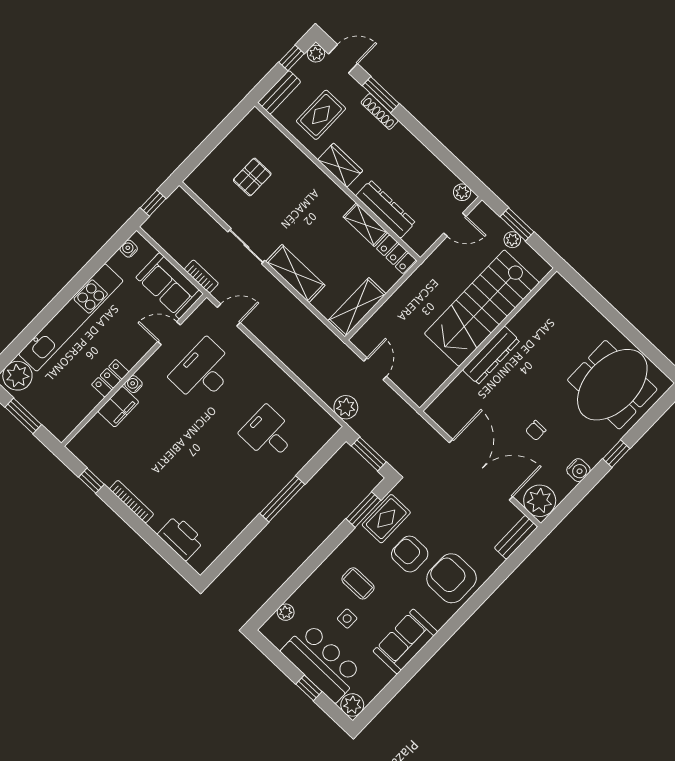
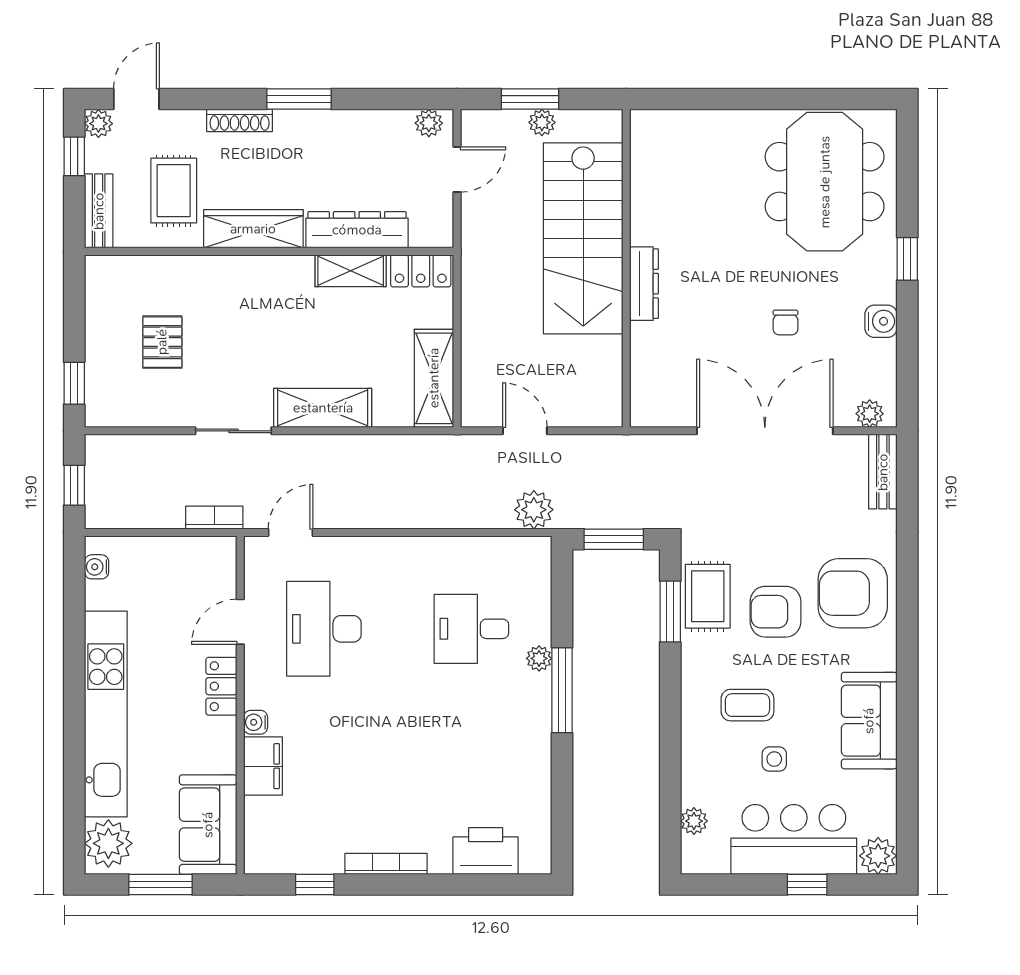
window: (381, 95) -> (299, 99), moved
window: (196, 158) -> (74, 383), added
wardrobe: (340, 165) -> (253, 229), width x1.50
sofa: (170, 286) -> (208, 825), moved, turned 90
dresser: (491, 355) -> (644, 284), width x0.73, depth x0.80
locker: (110, 378) -> (221, 686), moved
plant: (286, 475) -> (539, 658), added
plant: (540, 501) -> (870, 414), width x0.53, depth x0.53

